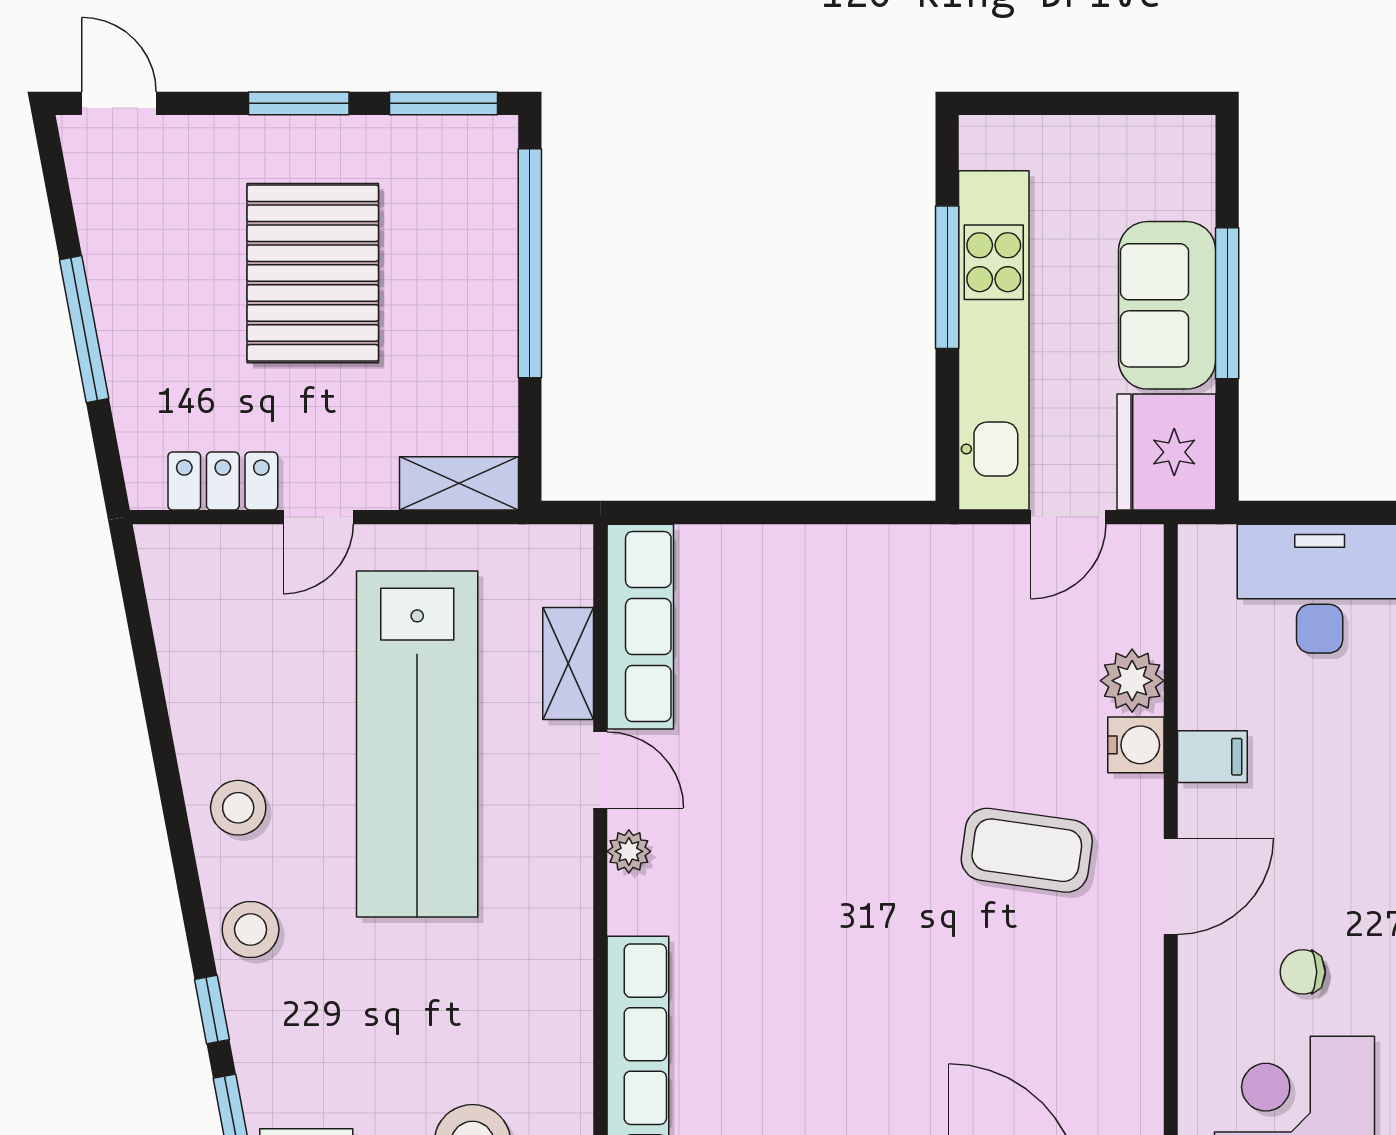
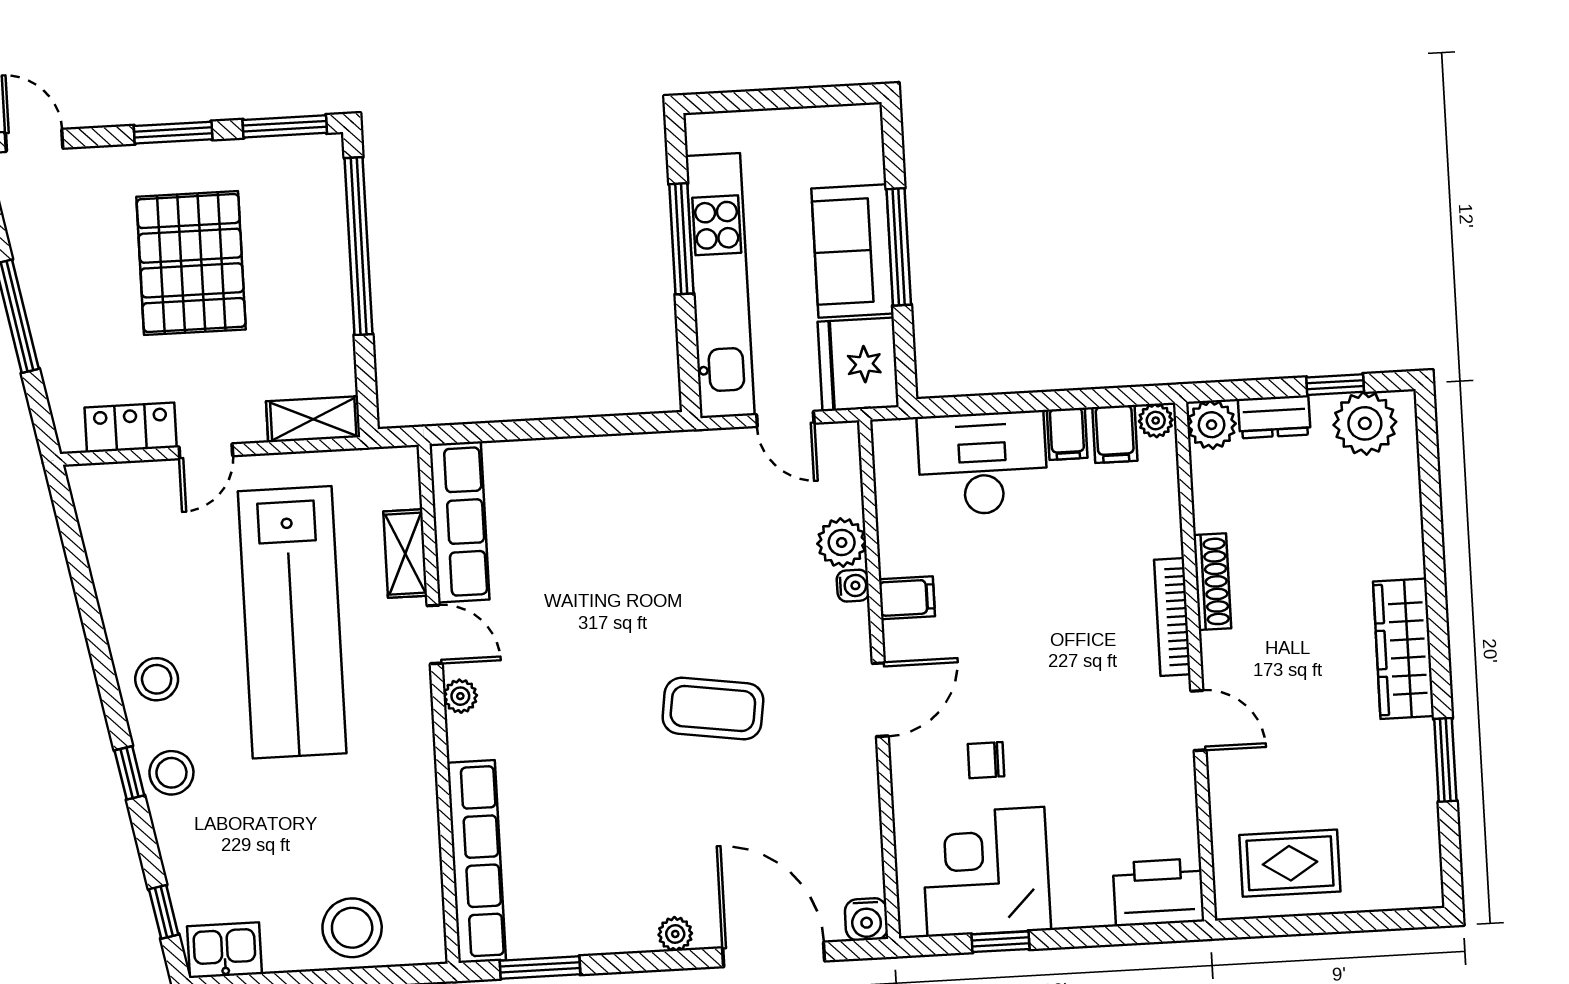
door: (1068, 517) -> (785, 419), hinge flipped
water cooler: (1136, 745) -> (853, 586), width x0.72, depth x0.72
coffee table: (1027, 850) -> (713, 709), moved
window: (212, 1010) -> (129, 773), moved

